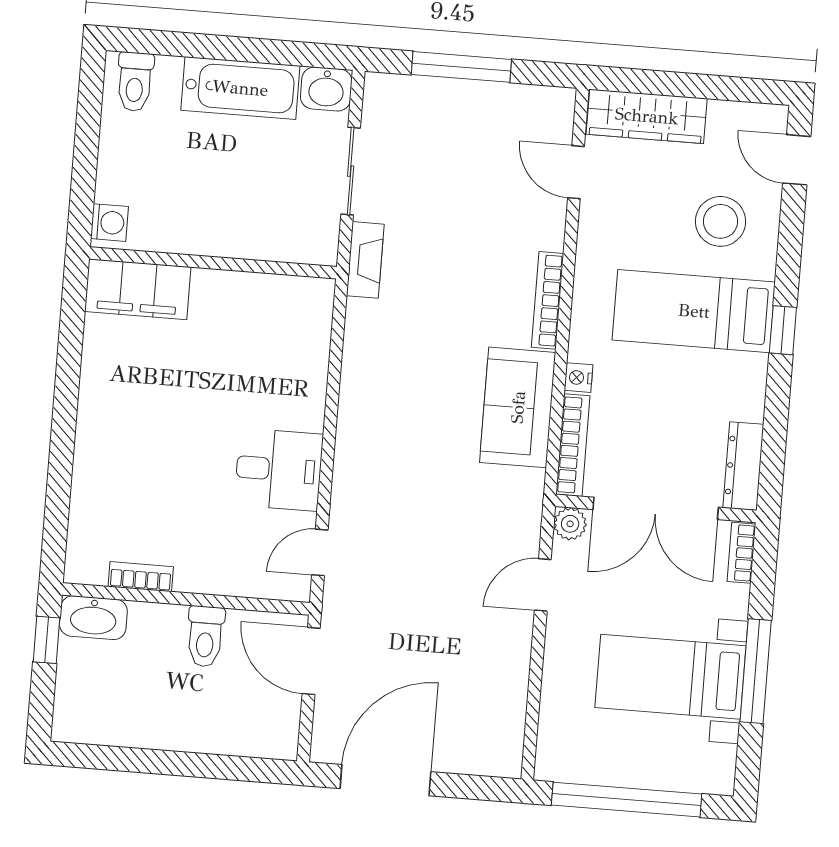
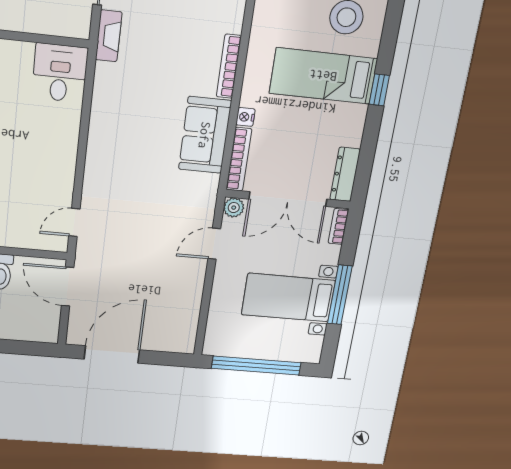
desk: (279, 470) -> (60, 73), moved, turned -90

